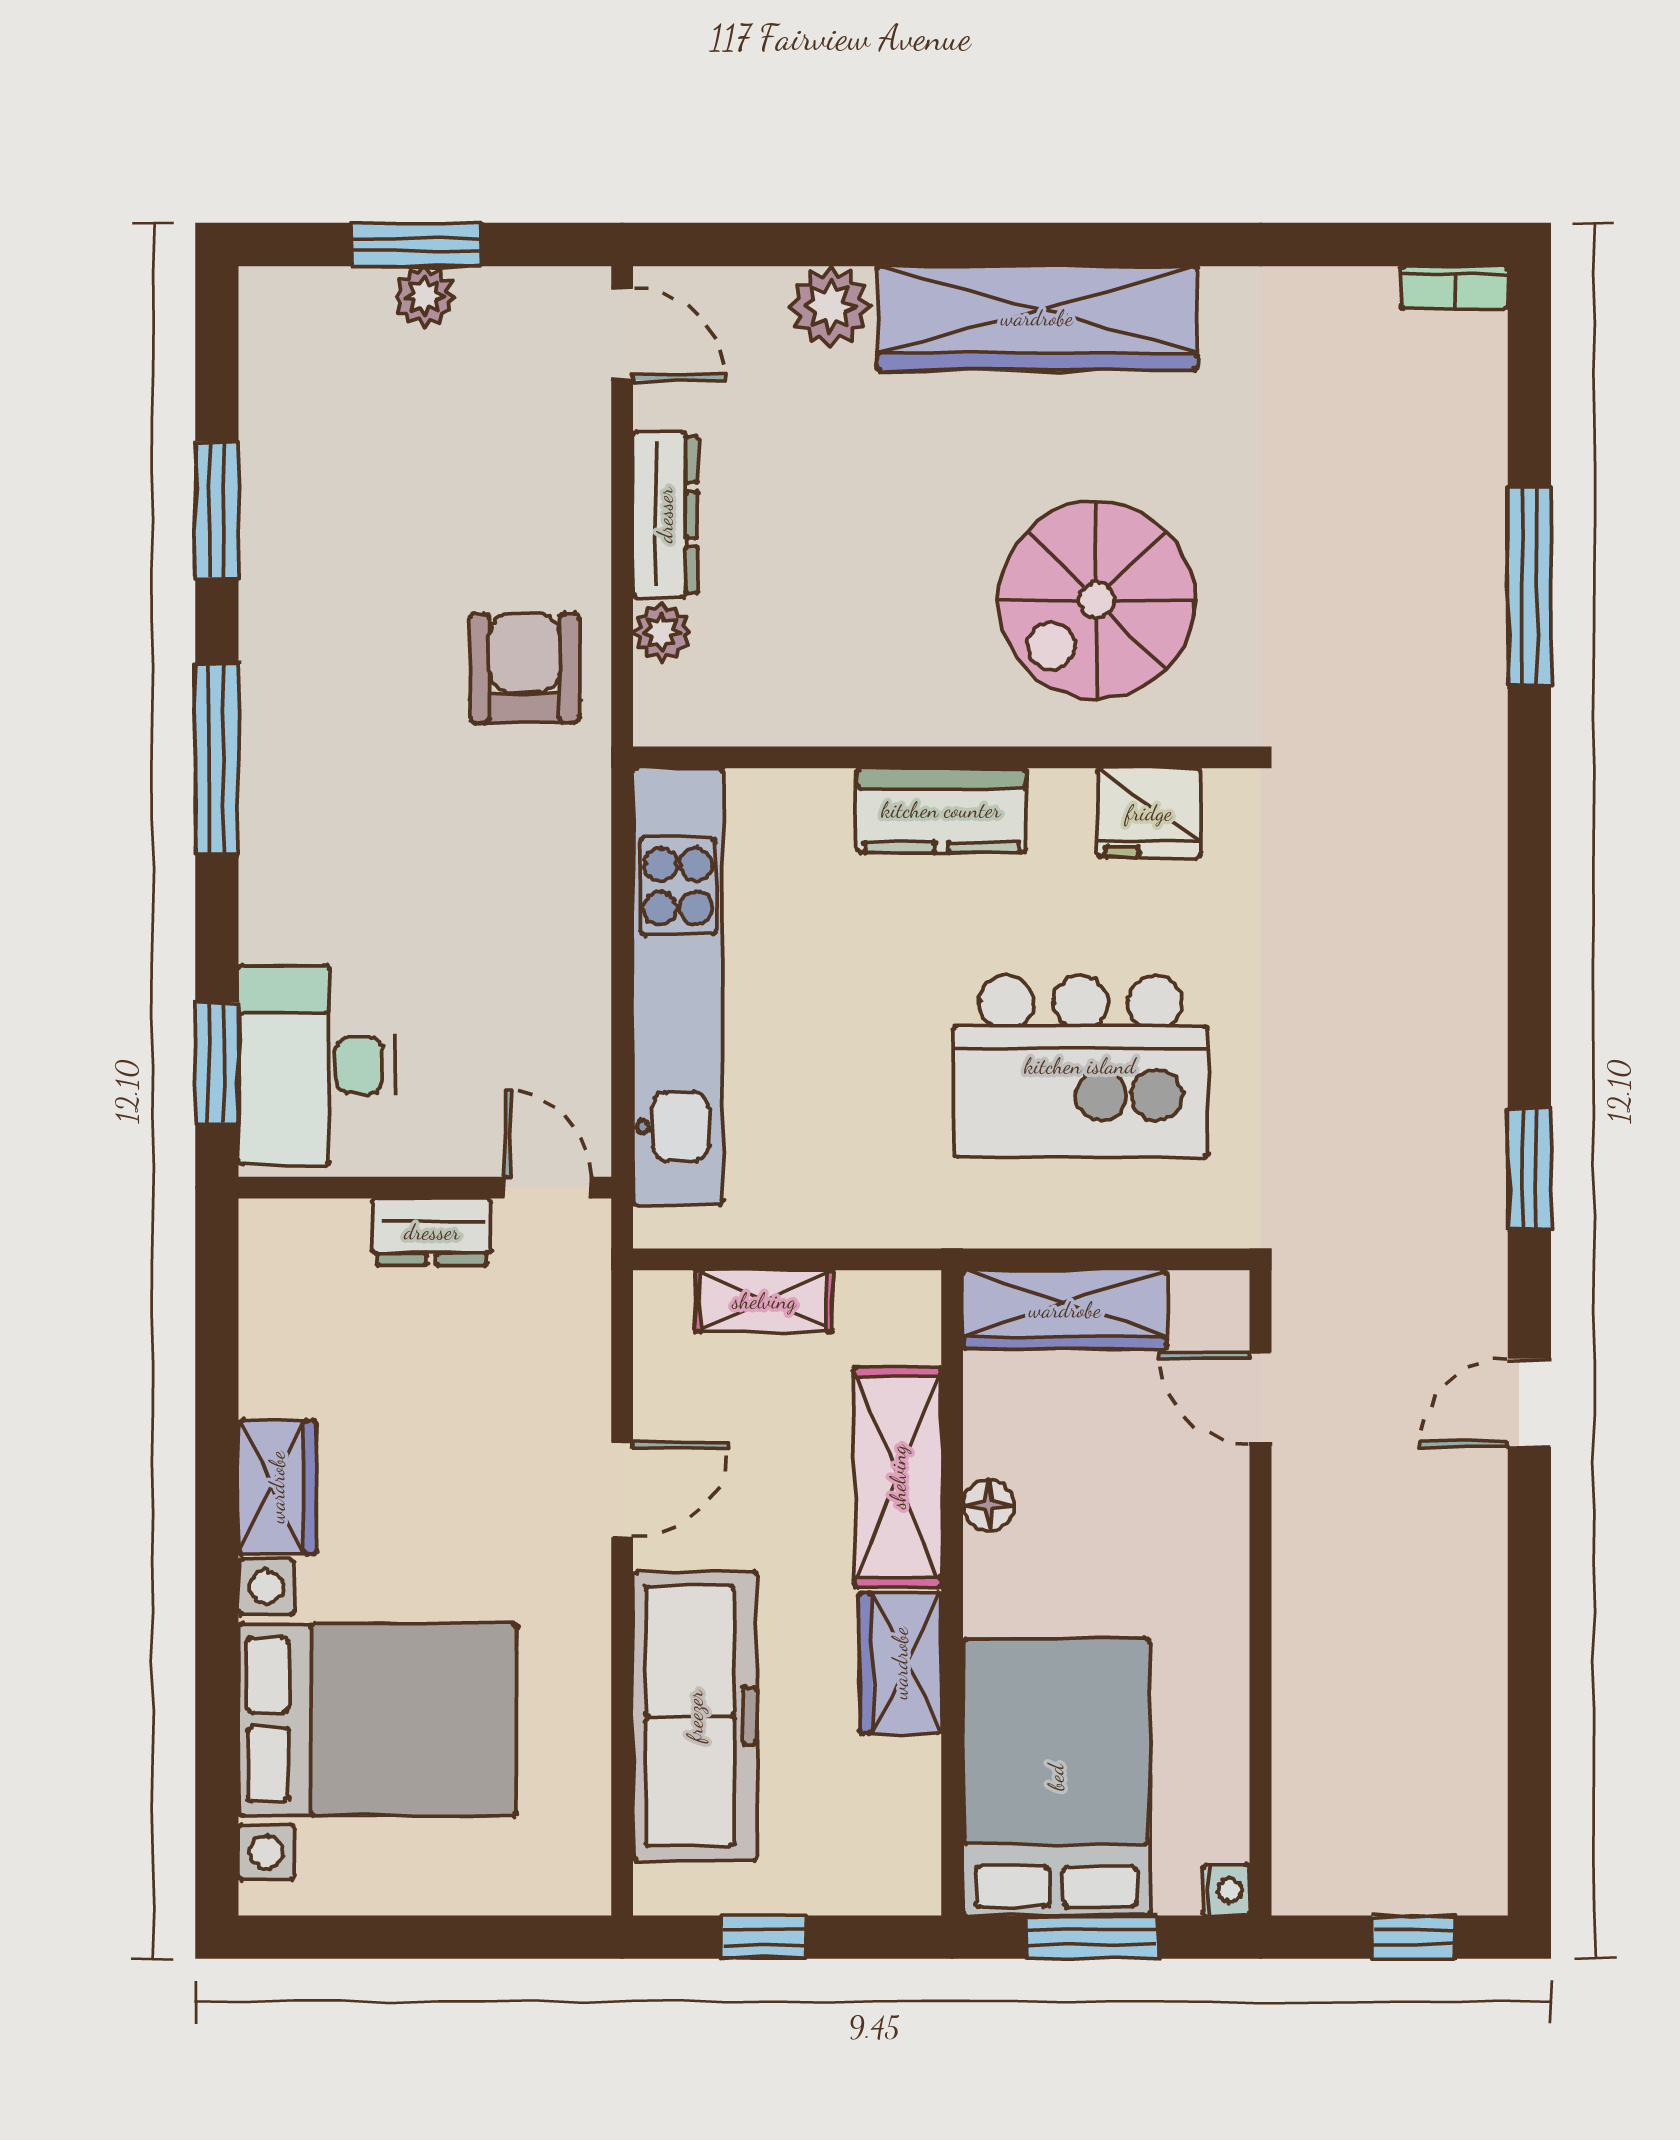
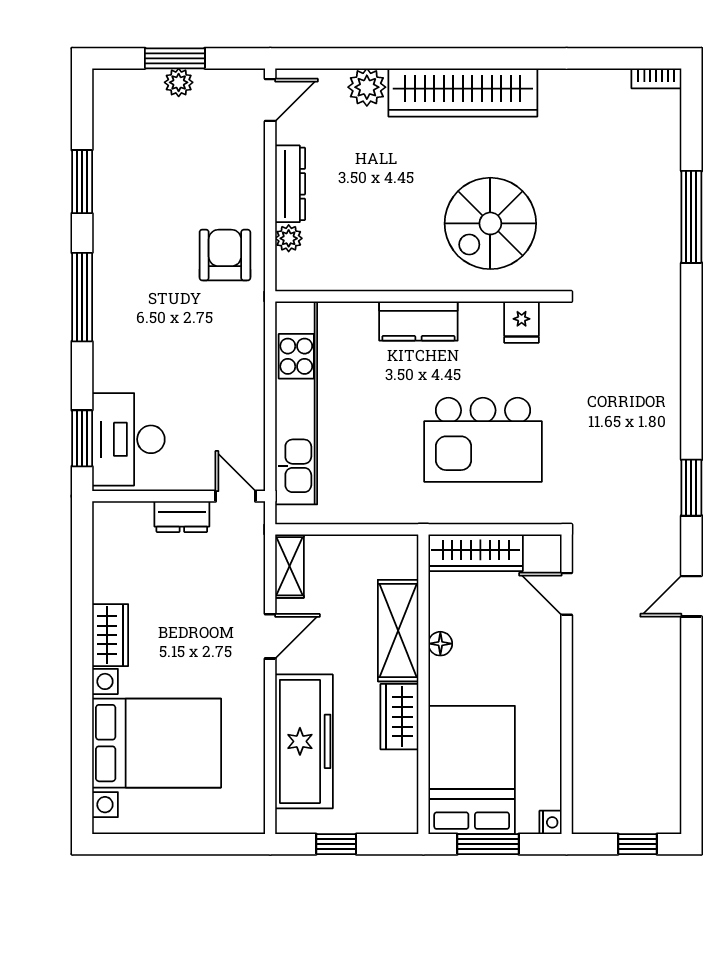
door: (622, 334) -> (270, 100), hinge flipped
fridge: (1149, 813) -> (522, 322), width x0.72
shelving: (764, 1301) -> (289, 566), moved, turned 90

